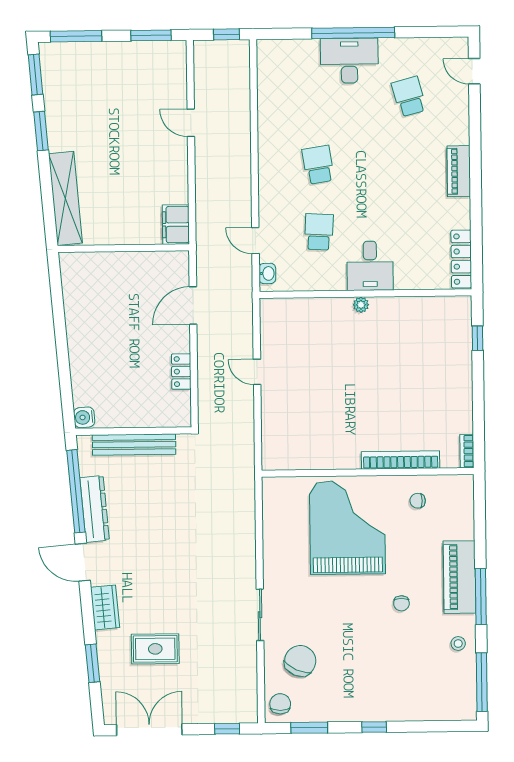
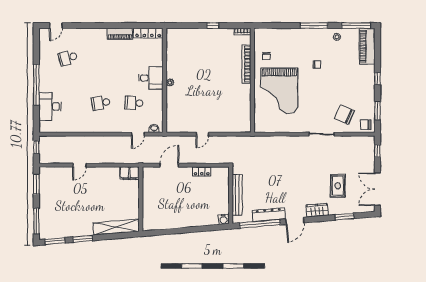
desk: (349, 61) -> (50, 106), moved
piano: (459, 171) -> (120, 34), moved
door: (193, 305) -> (169, 165), swing flipped
window: (478, 338) -> (213, 26), moved
grand piano: (347, 527) -> (279, 91), turned -90
piano: (459, 577) -> (367, 46), moved, turned 90

